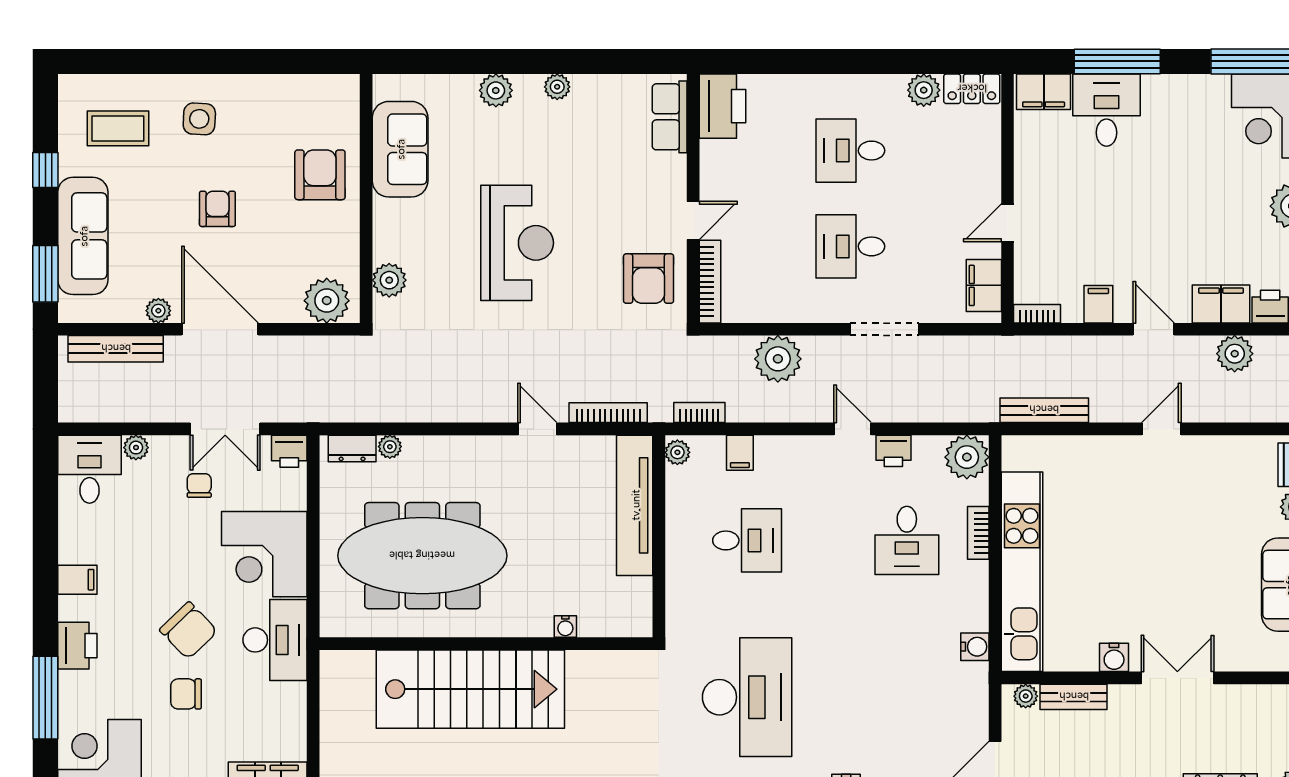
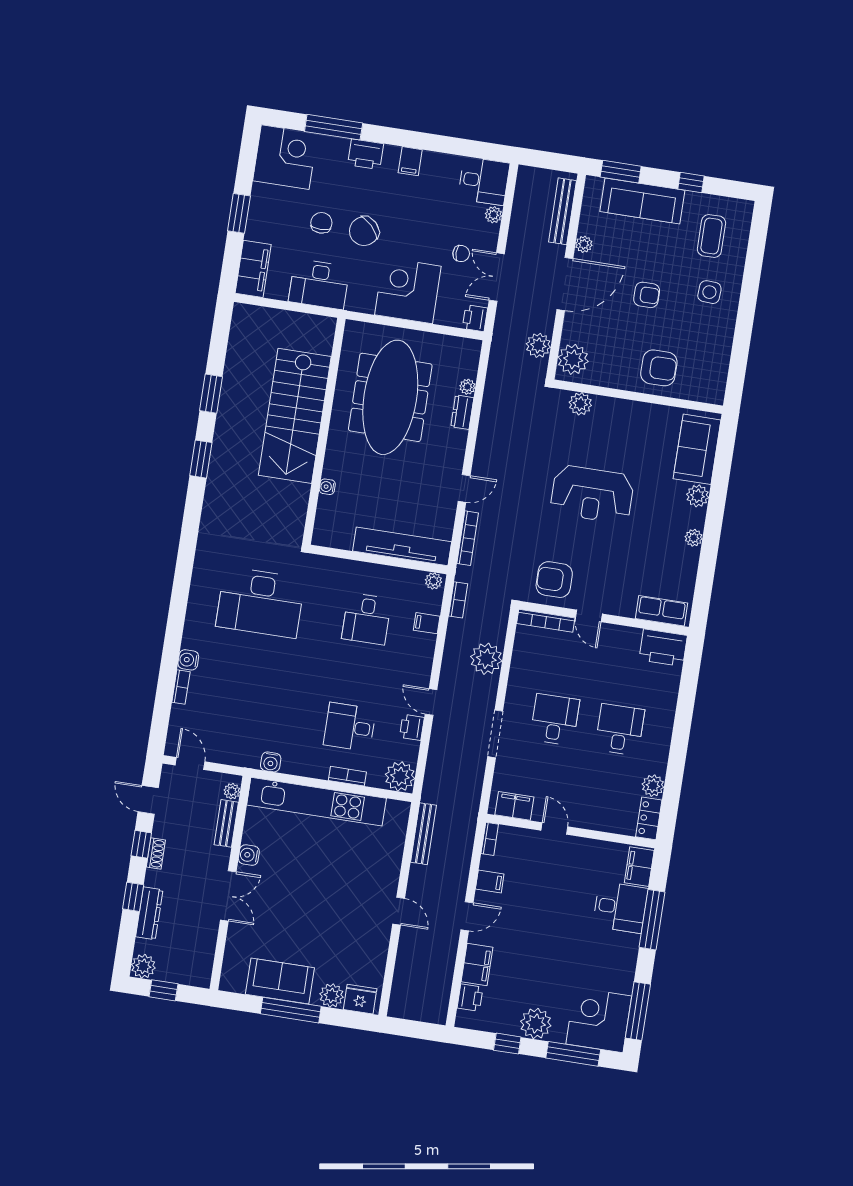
sofa: (400, 149) -> (697, 449), moved, turned 90
plant: (1235, 354) -> (538, 345), moved
door: (853, 429) -> (431, 702), swing flipped
dresser: (352, 448) -> (462, 412), moved
desk: (275, 640) -> (319, 284), moved

